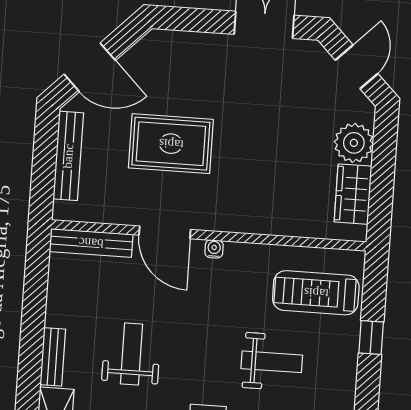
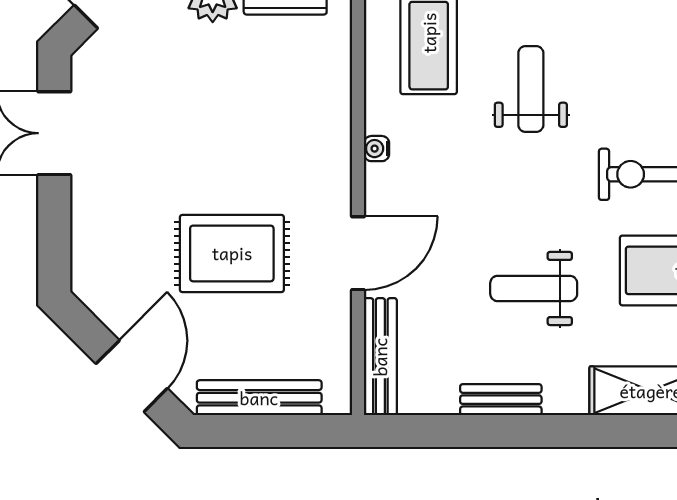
rug: (171, 144) -> (232, 253), turned 90
water cooler: (214, 249) -> (377, 149), moved
bench: (53, 357) -> (501, 400), moved

